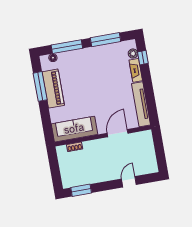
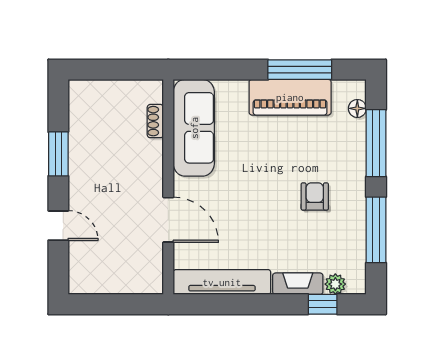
armchair: (96, 70) -> (315, 196), added
window: (81, 190) -> (58, 154), moved

